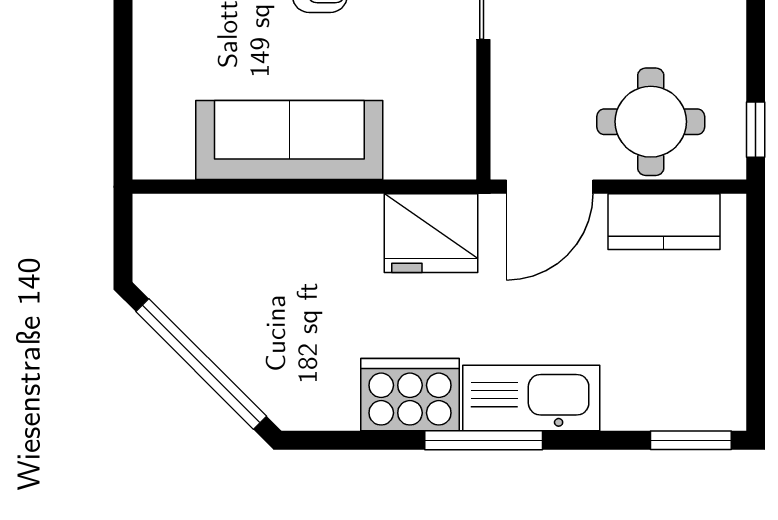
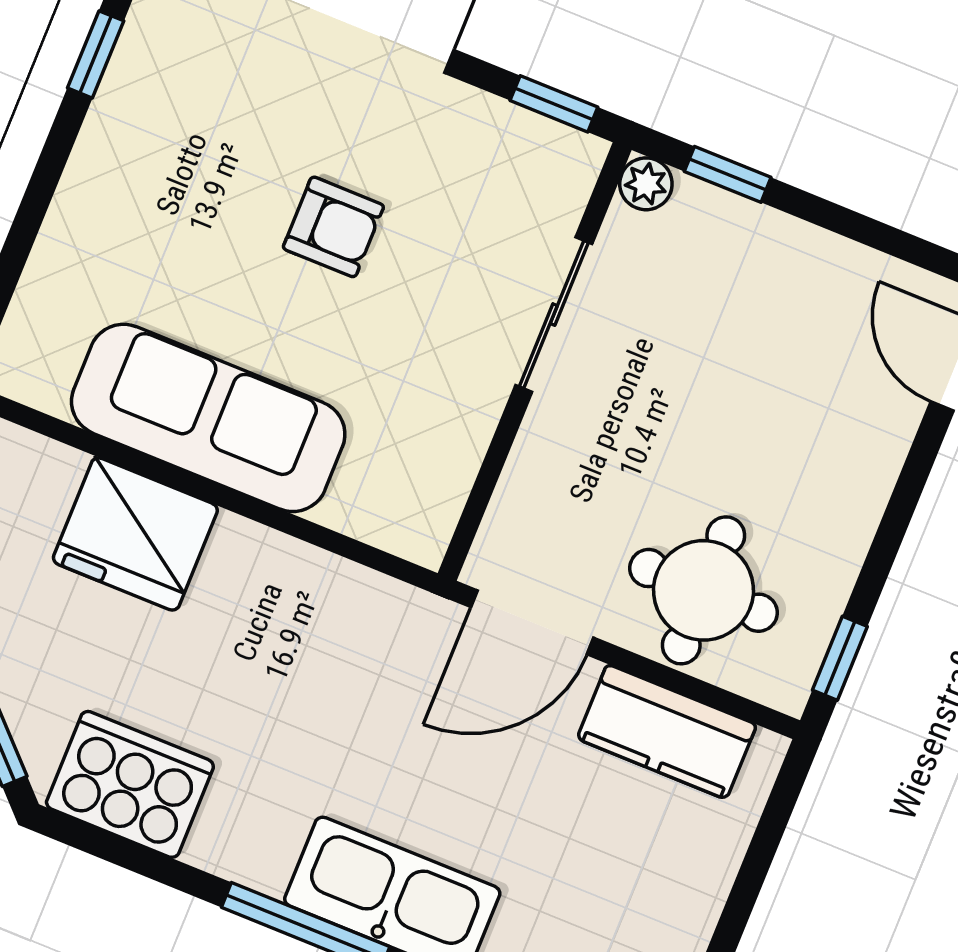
fridge: (431, 233) -> (135, 534), moved
cooker: (410, 395) -> (130, 784), moved

